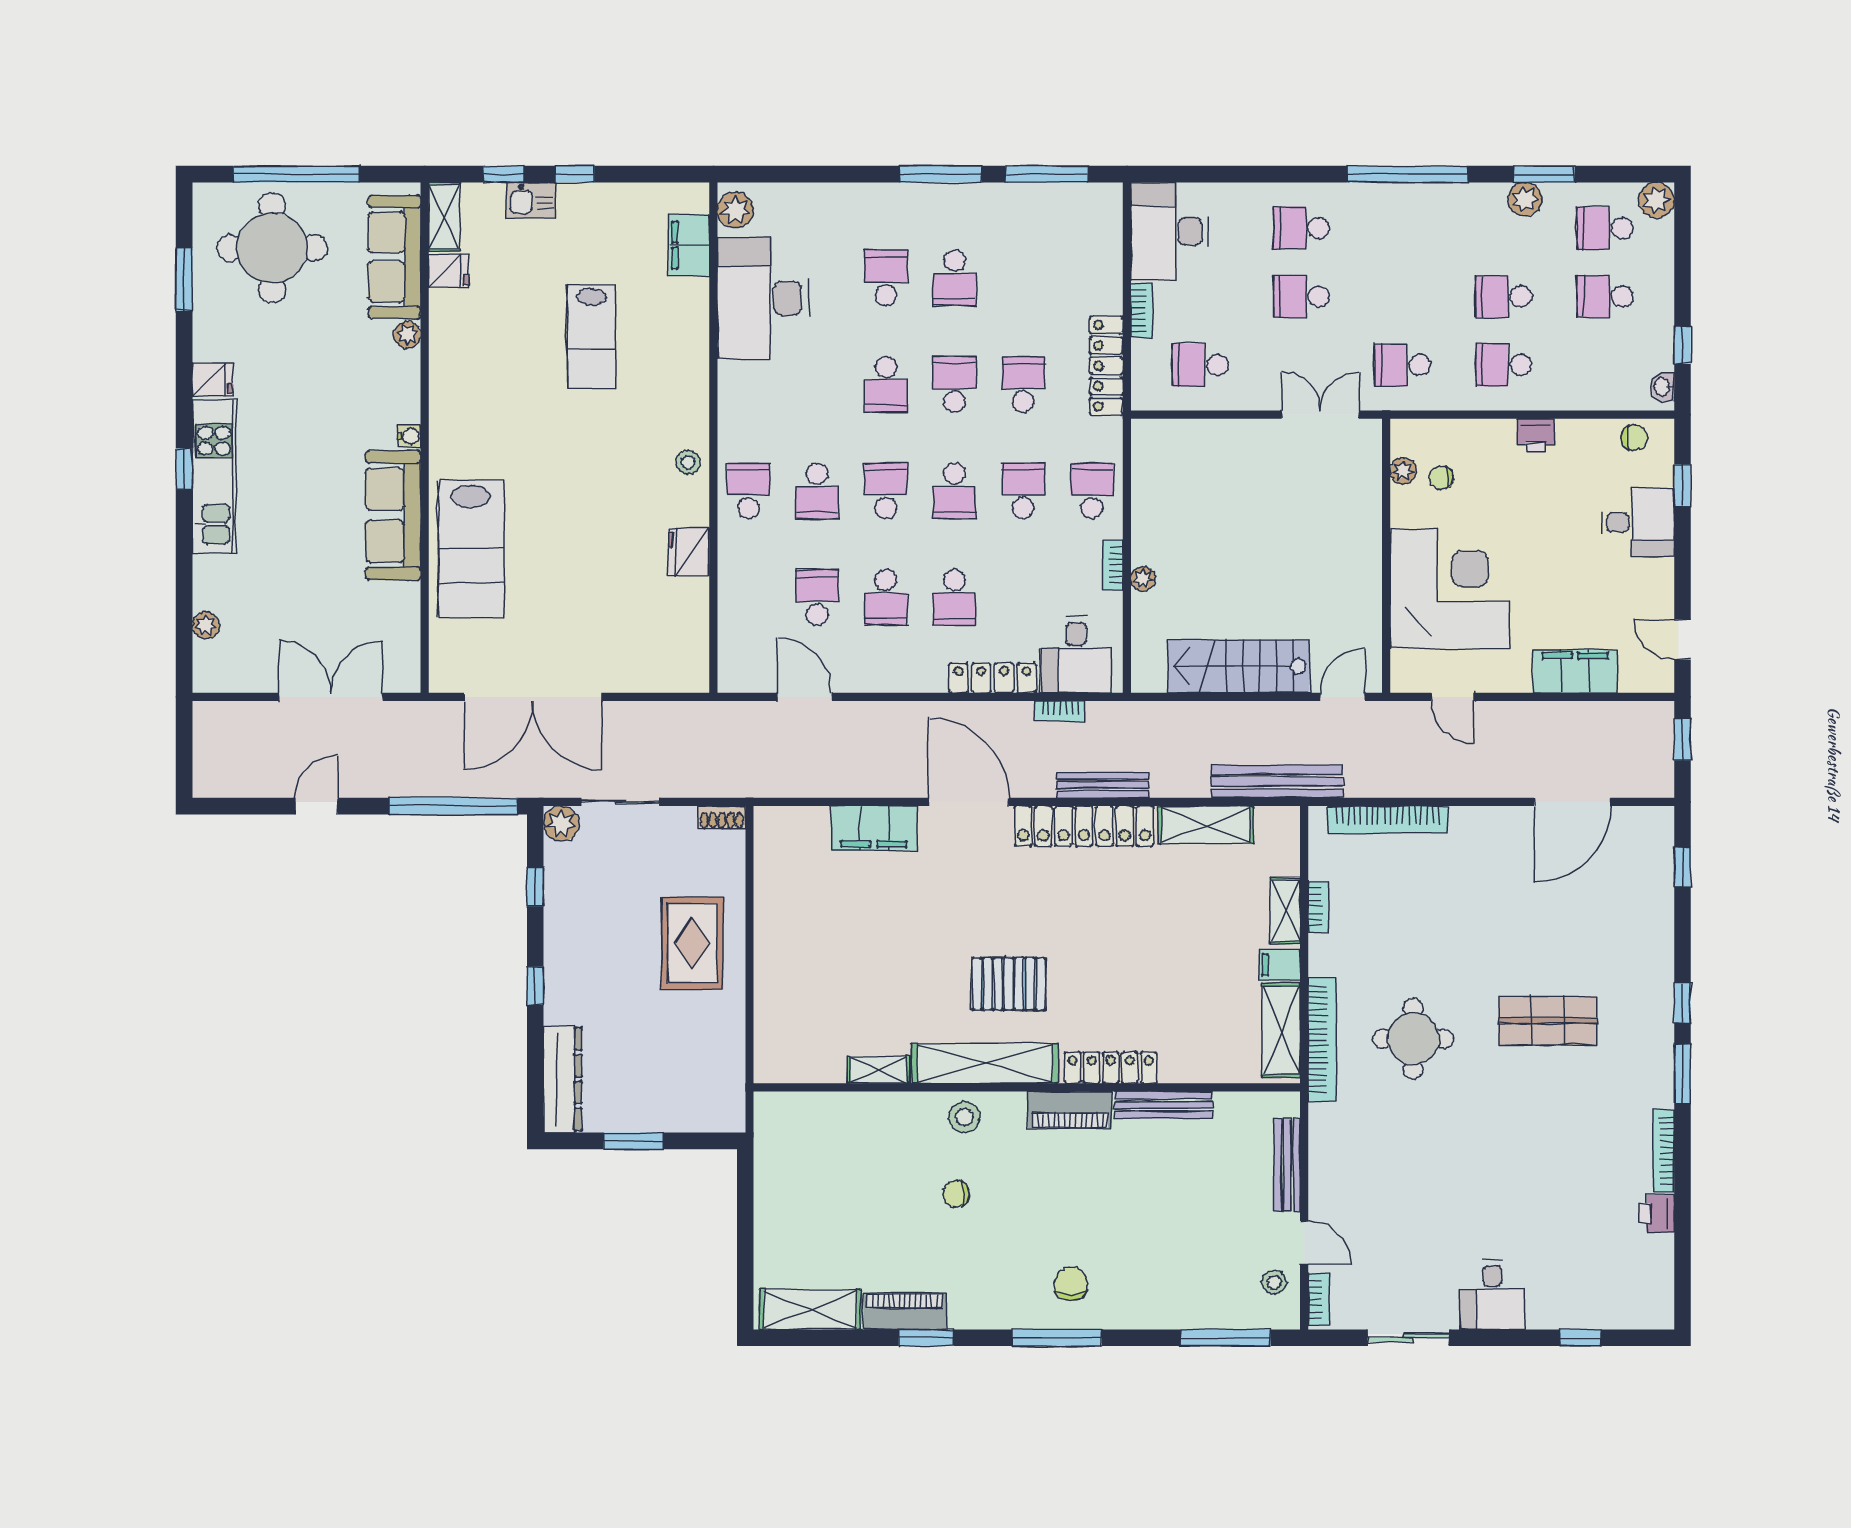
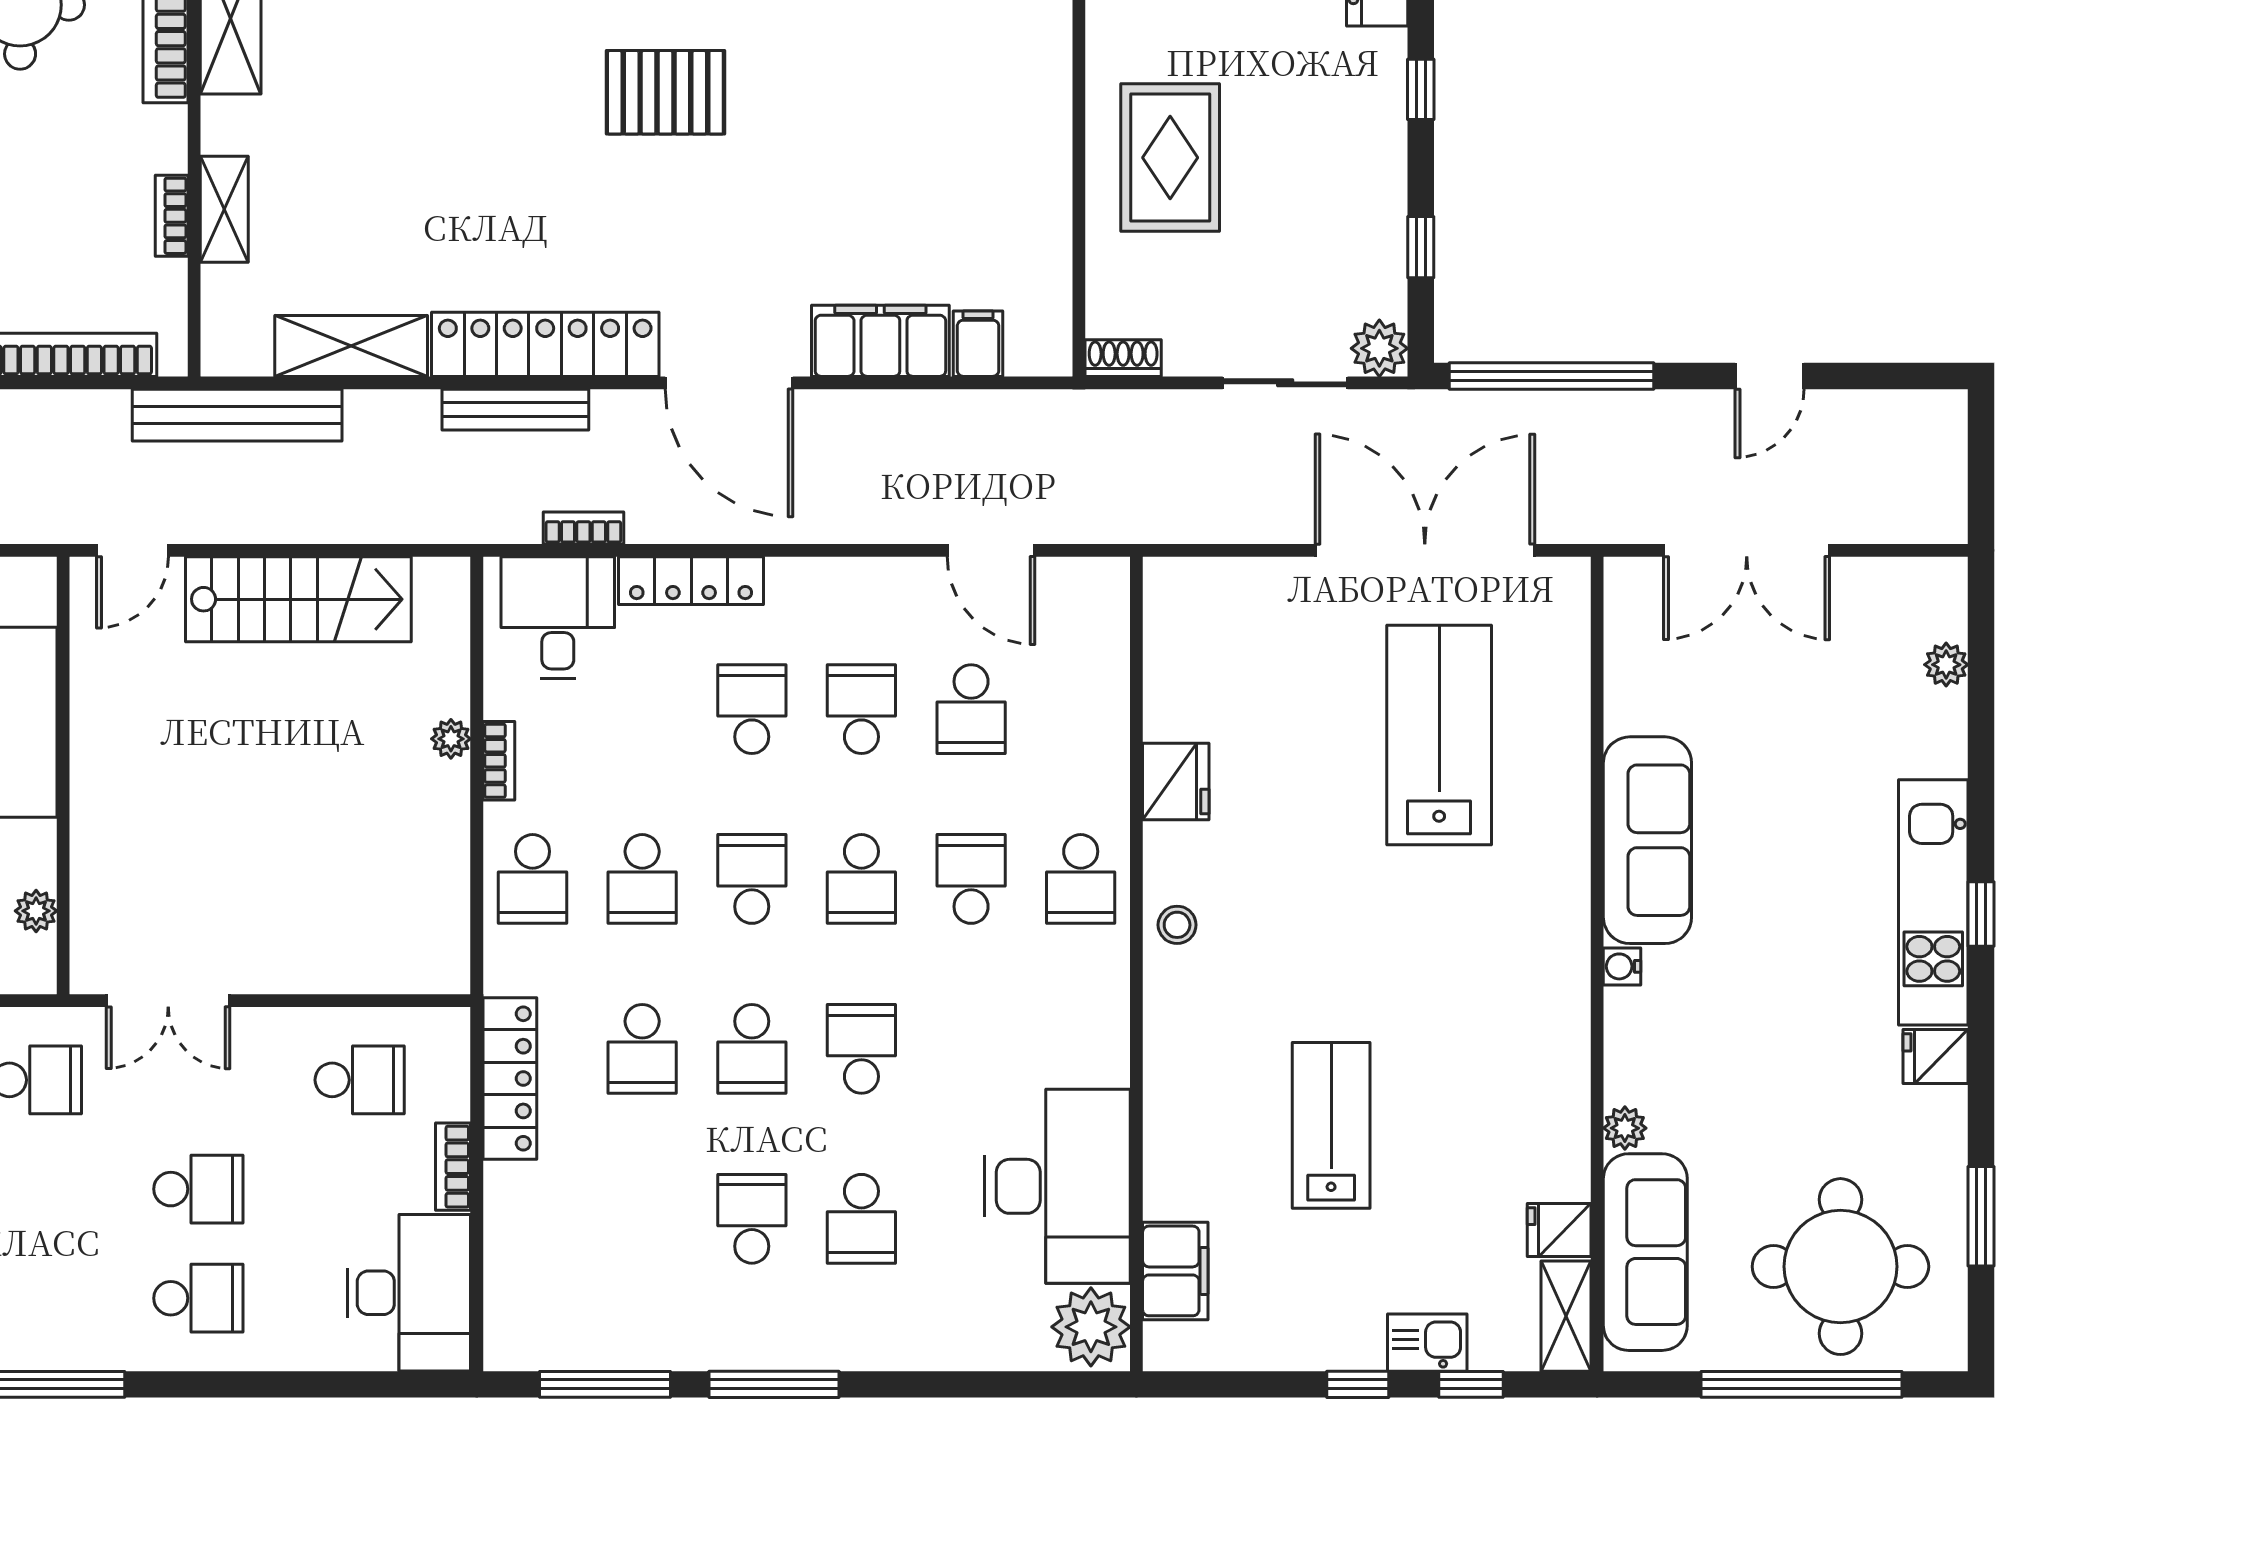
plant: (735, 210) -> (1091, 1327), width x1.36, depth x1.36
lab bench: (471, 549) -> (1439, 735), moved
filing cabinet: (1280, 965) -> (978, 344), moved, turned -90

